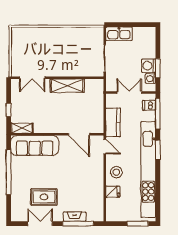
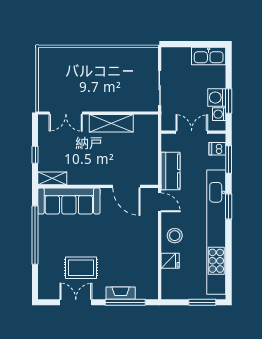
kitchen sink: (119, 34) -> (209, 56), moved
window: (158, 114) -> (229, 159), width x0.69

